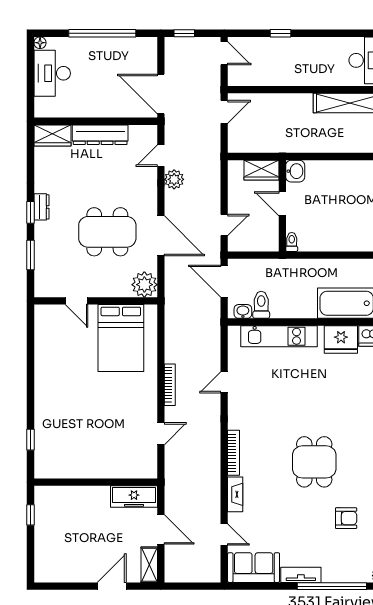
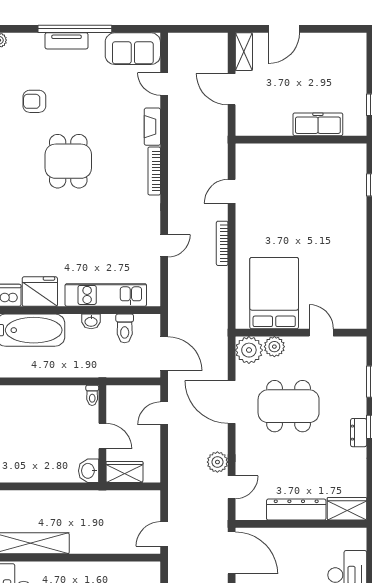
plant: (121, 288) -> (274, 347), added
washbasin: (243, 311) -> (91, 321), moved
freezer: (134, 497) -> (318, 124), moved
tv unit: (301, 575) -> (66, 41), moved
window: (332, 586) -> (75, 29), moved

